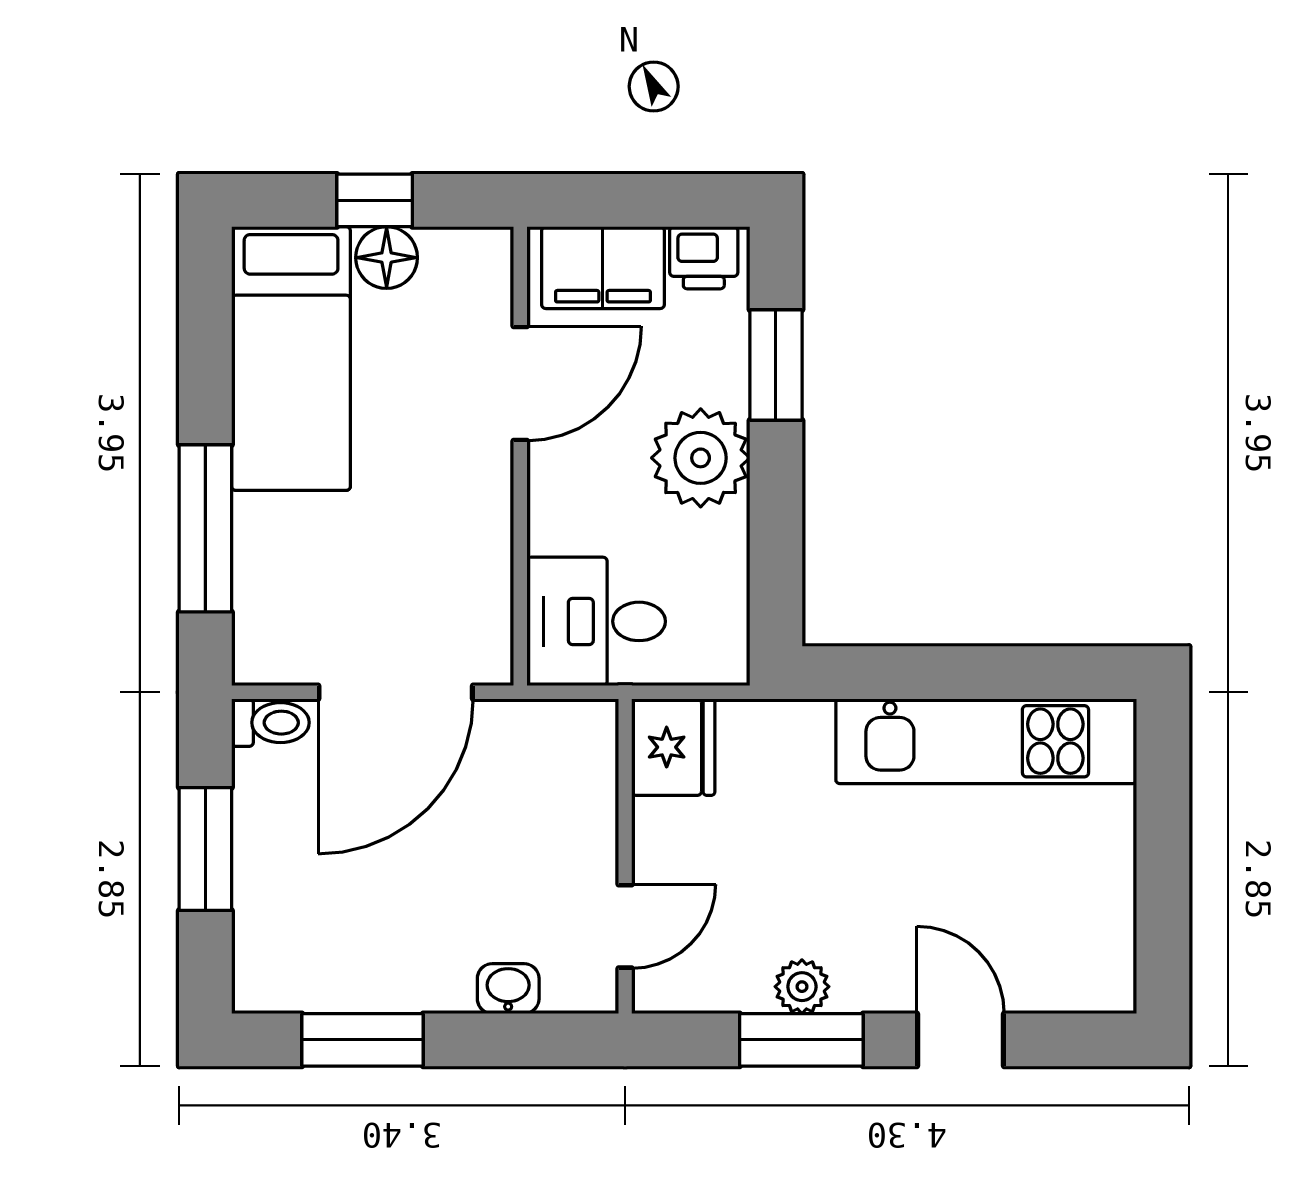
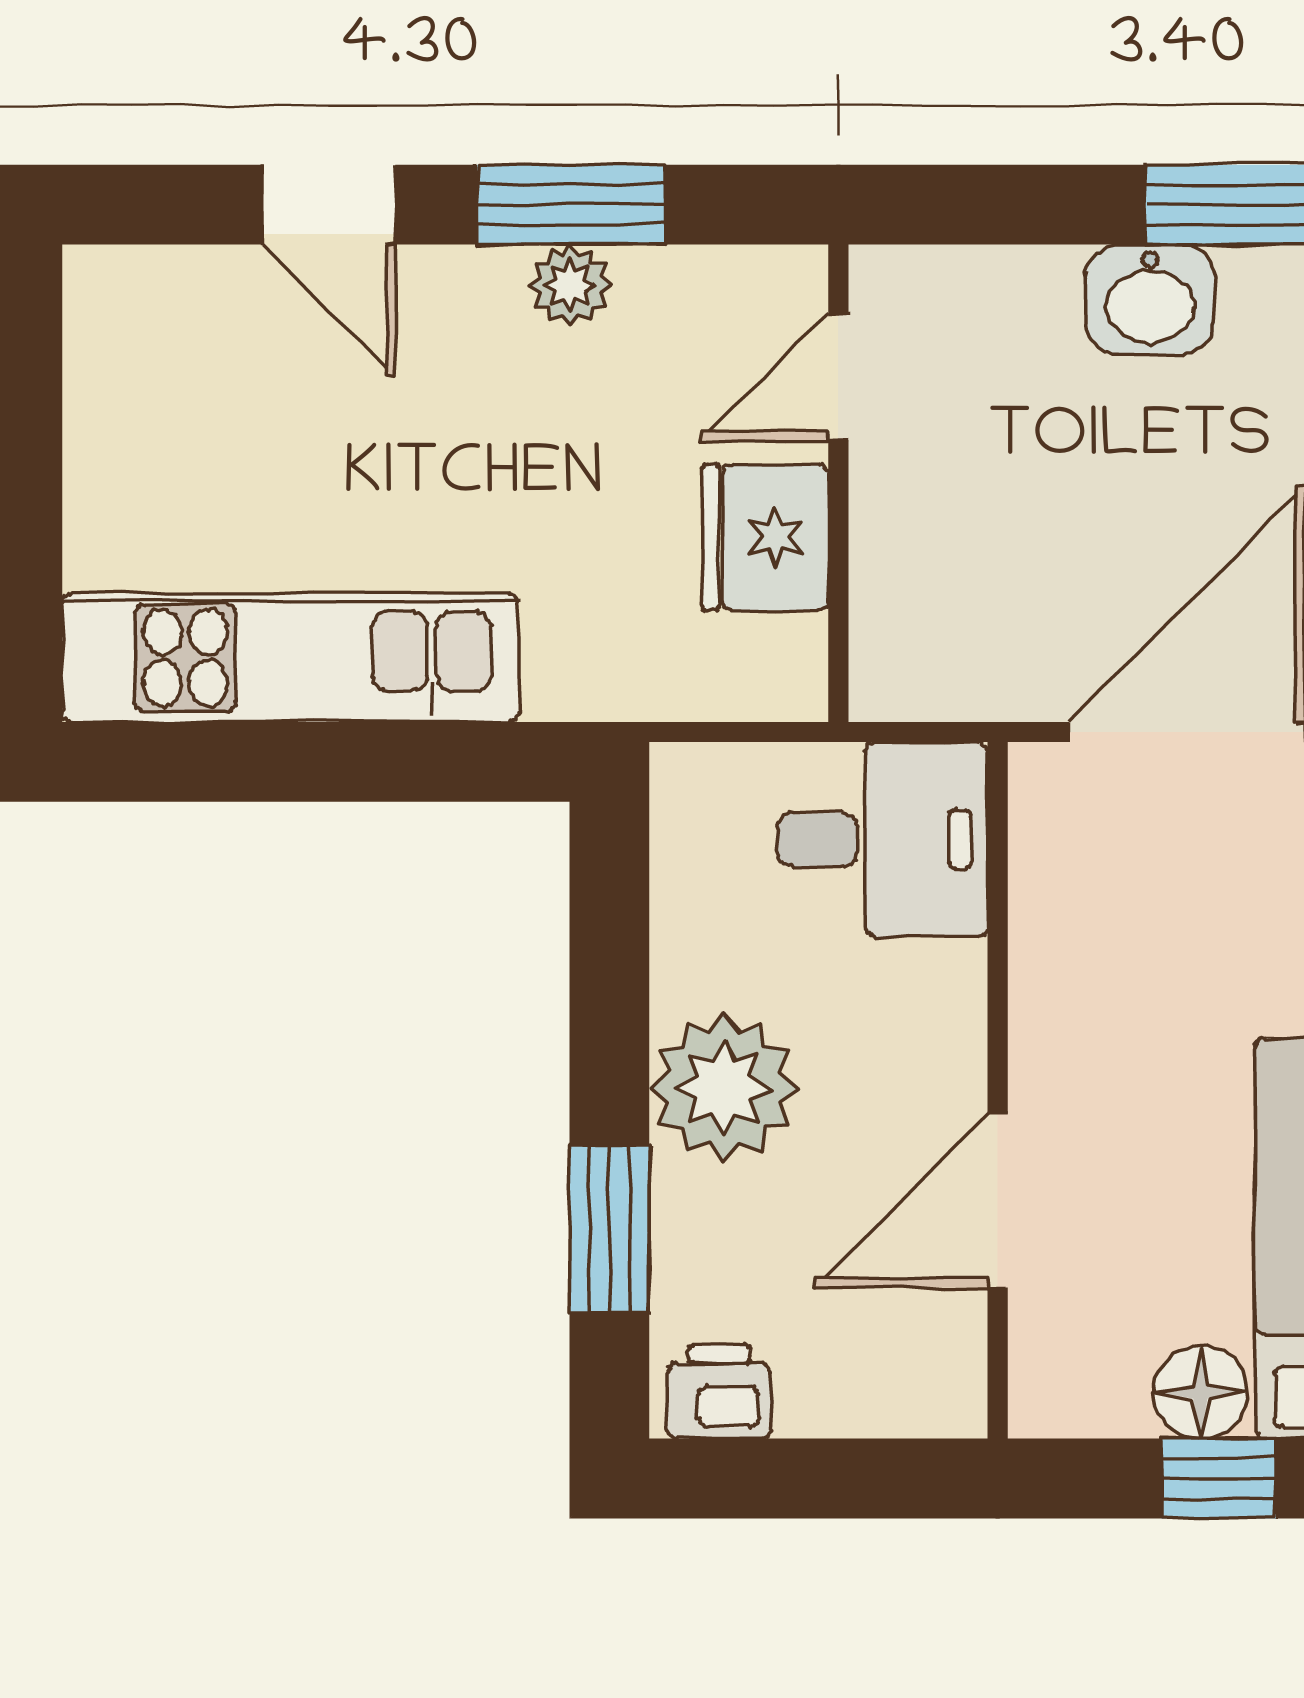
filing cabinet: (603, 268) -> (872, 1377), removed
fridge: (673, 747) -> (765, 537), moved
washbasin: (508, 989) -> (1150, 299), moved, width x1.38, depth x1.45

